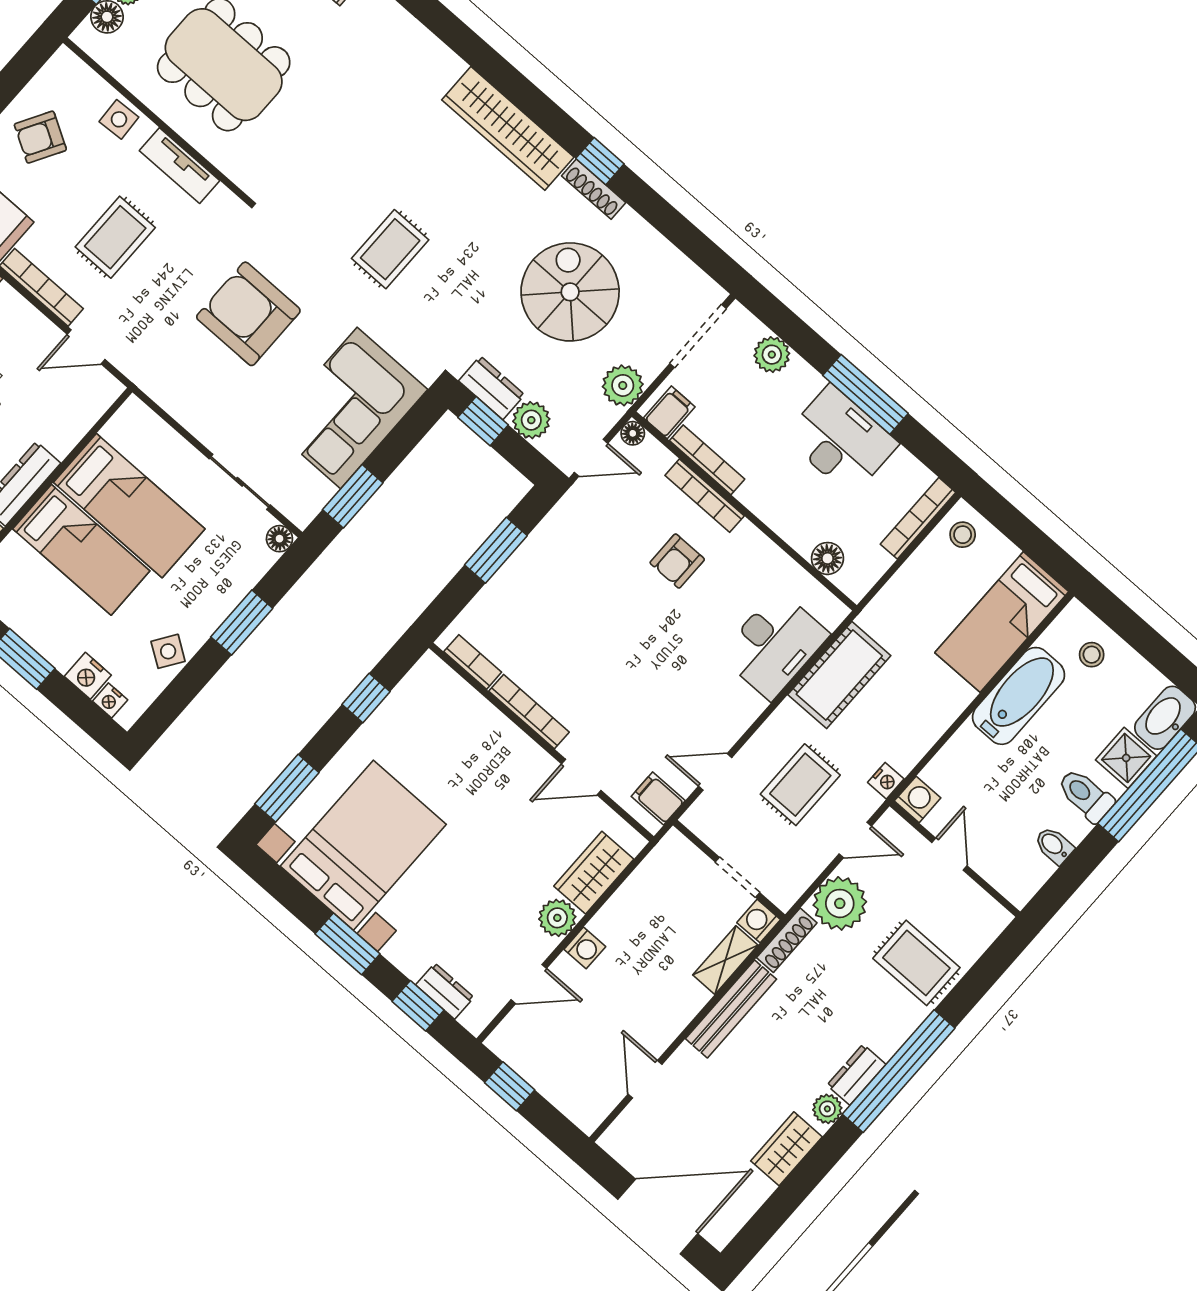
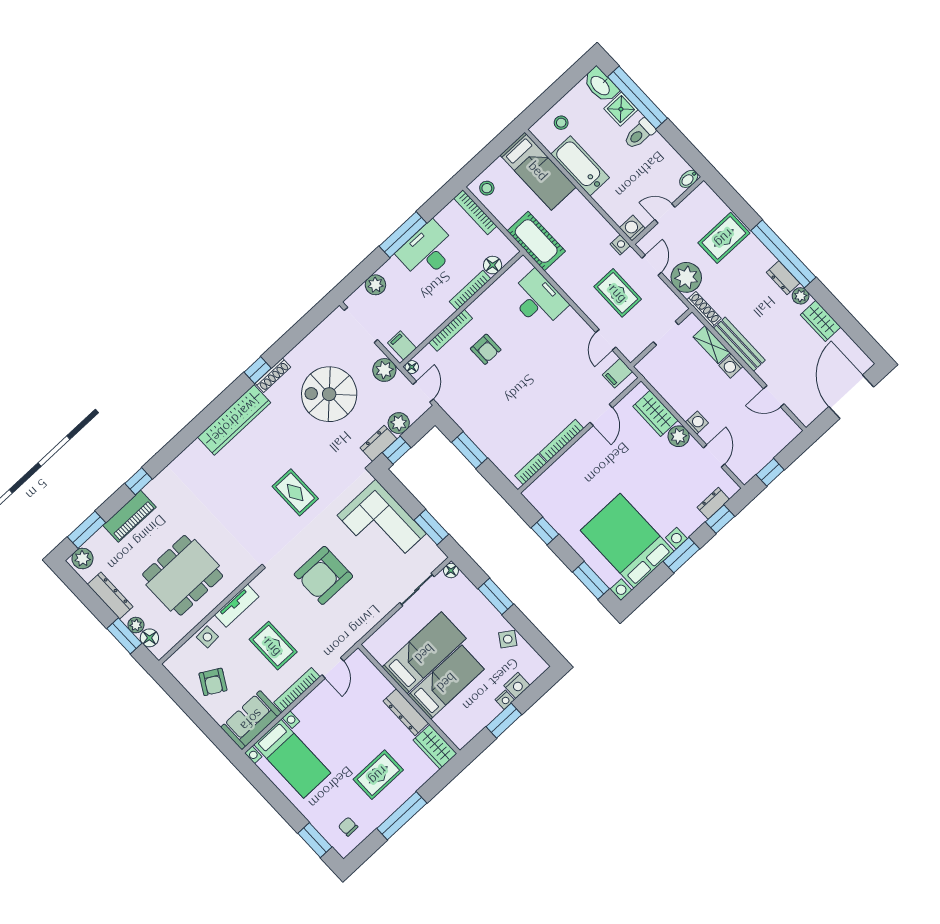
bookcase: (707, 460) -> (470, 290), moved
cot: (839, 675) -> (536, 241), moved
nightstand: (110, 700) -> (505, 700), moved
bidet: (1054, 845) -> (689, 179), moved
washing machine: (759, 921) -> (731, 366), moved

